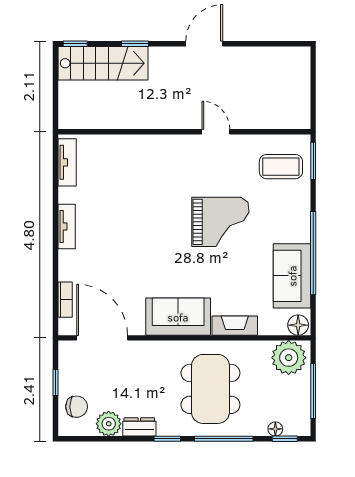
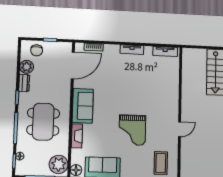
dining table: (210, 389) -> (43, 122), turned 90

